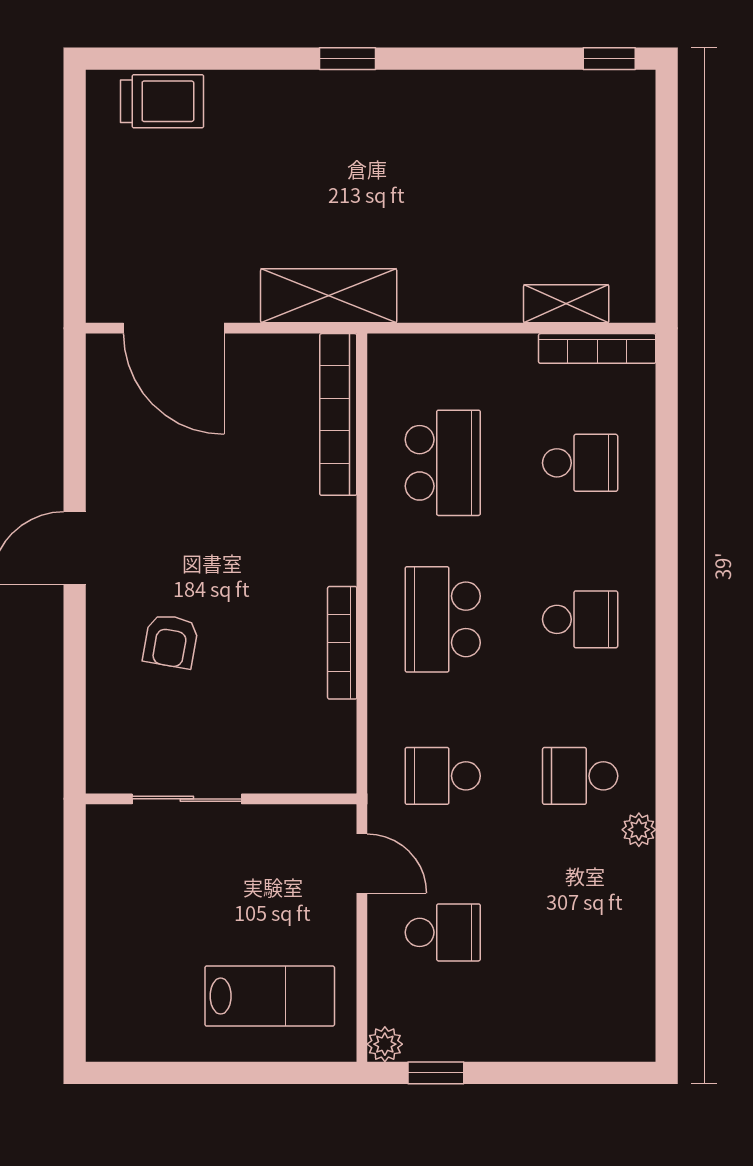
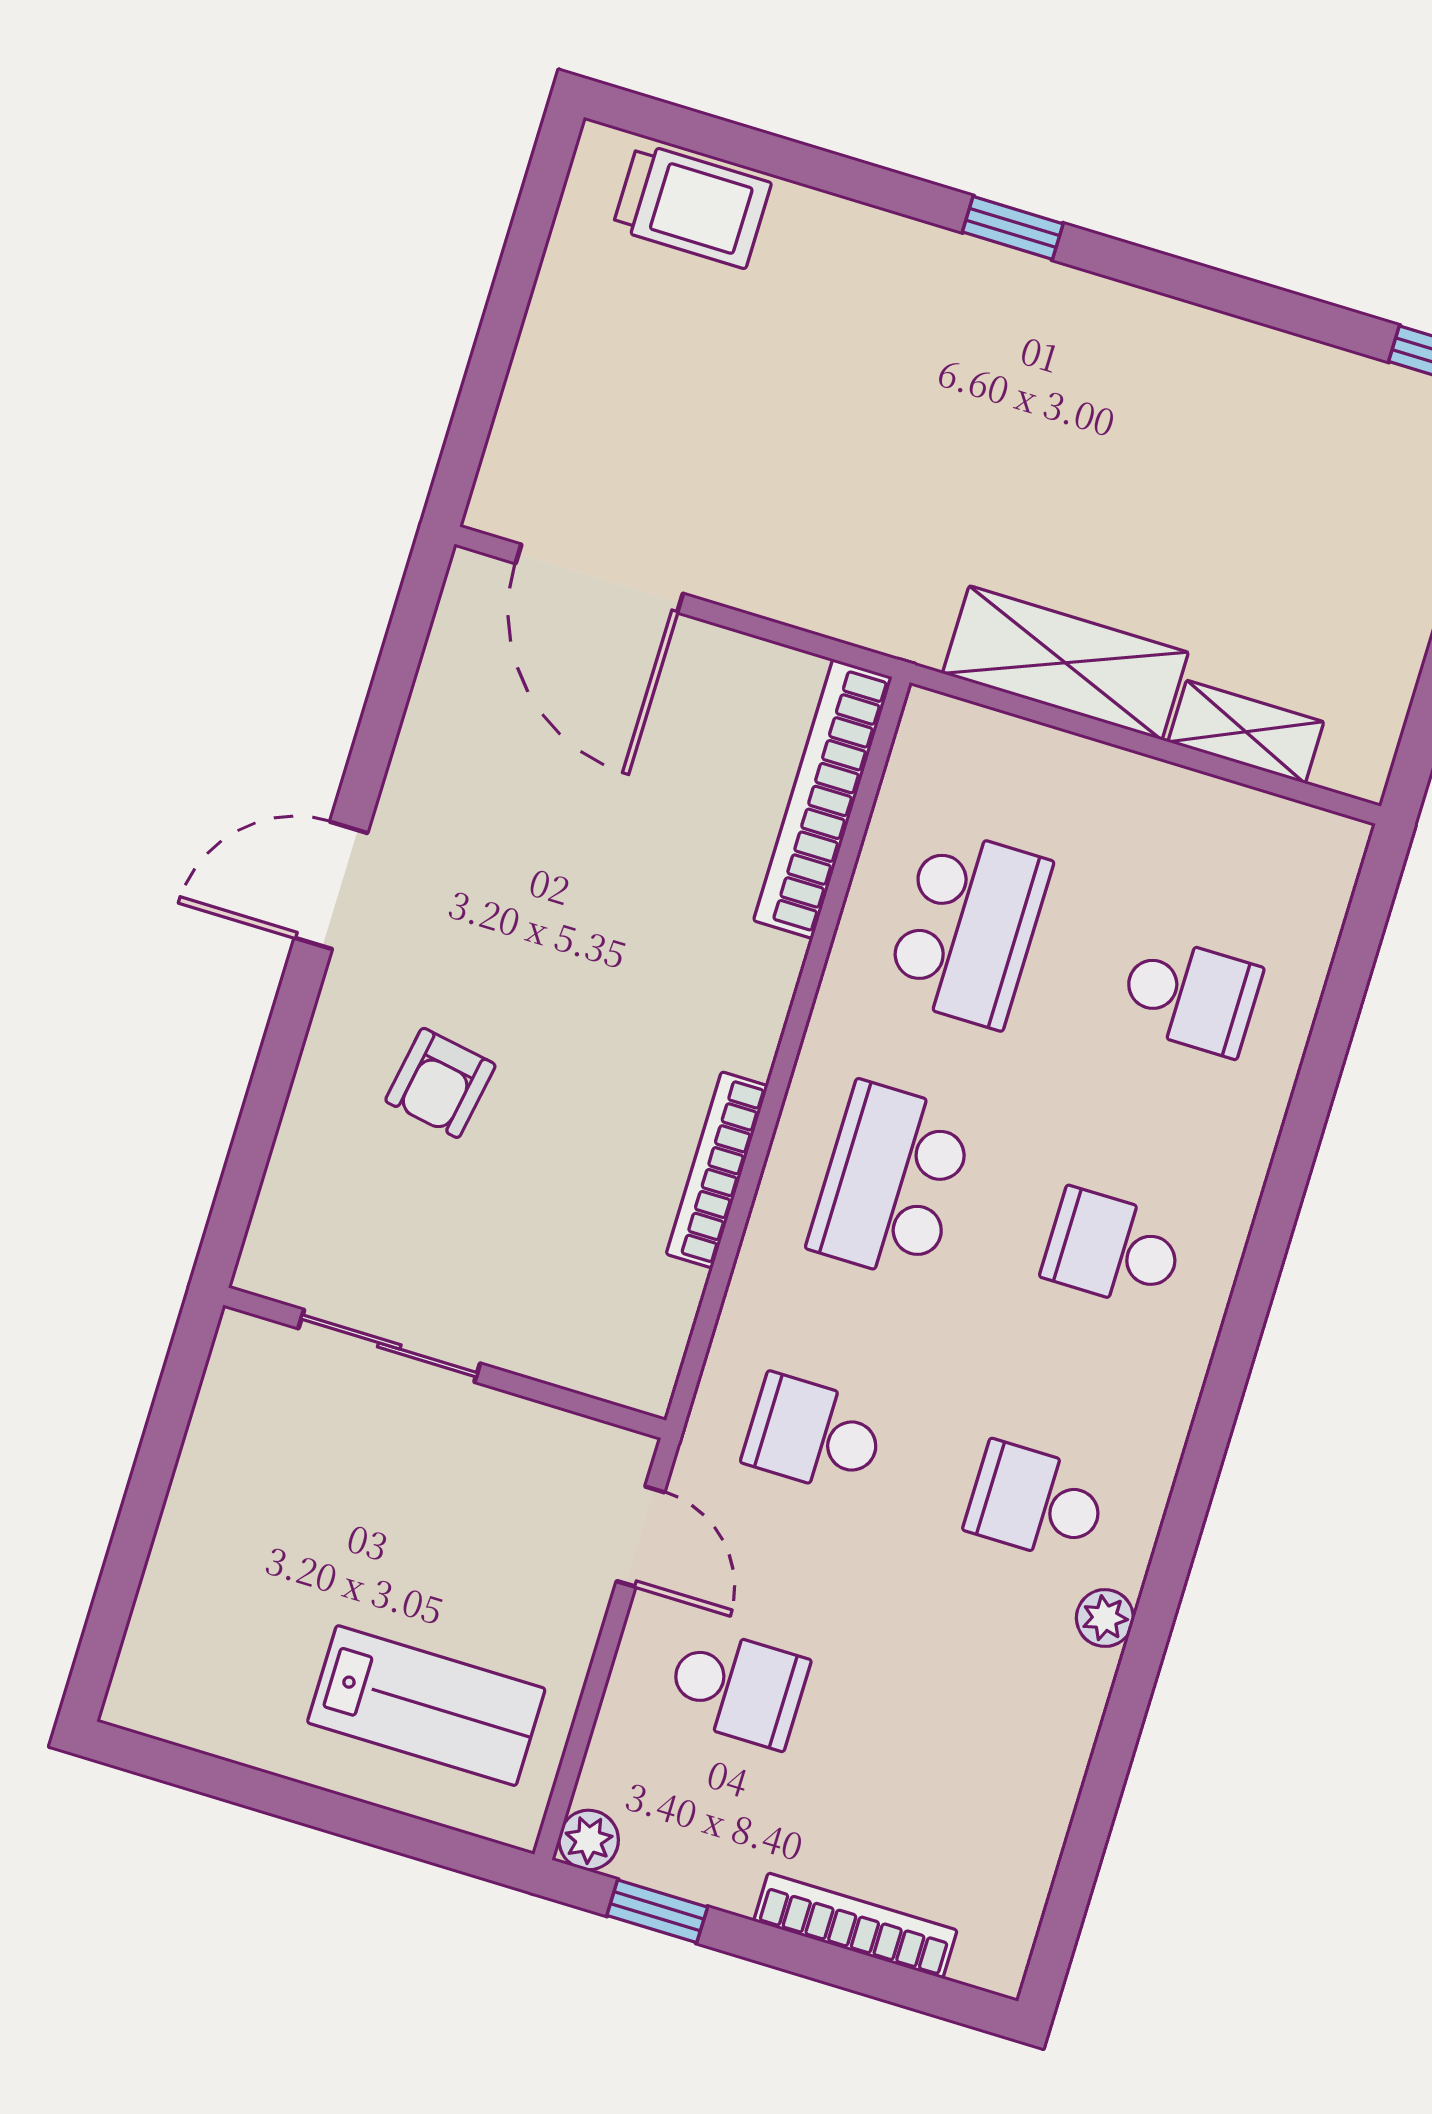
shelving: (329, 296) -> (1065, 663), moved
bookcase: (597, 348) -> (855, 1926), moved, turned 180
school desk: (580, 619) -> (1113, 1249), turned 180

